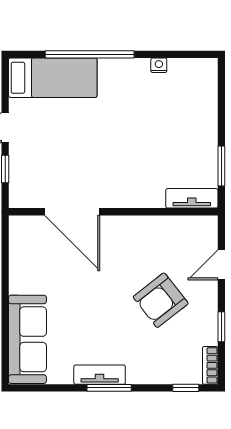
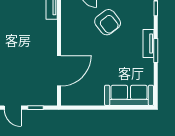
tv unit: (100, 375) -> (148, 44), moved

